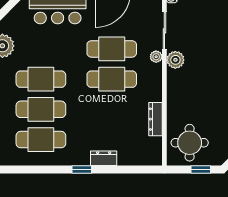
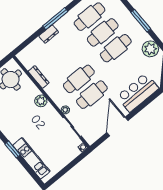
plant: (175, 60) -> (41, 101), moved
window: (82, 170) -> (55, 19), width x2.17

